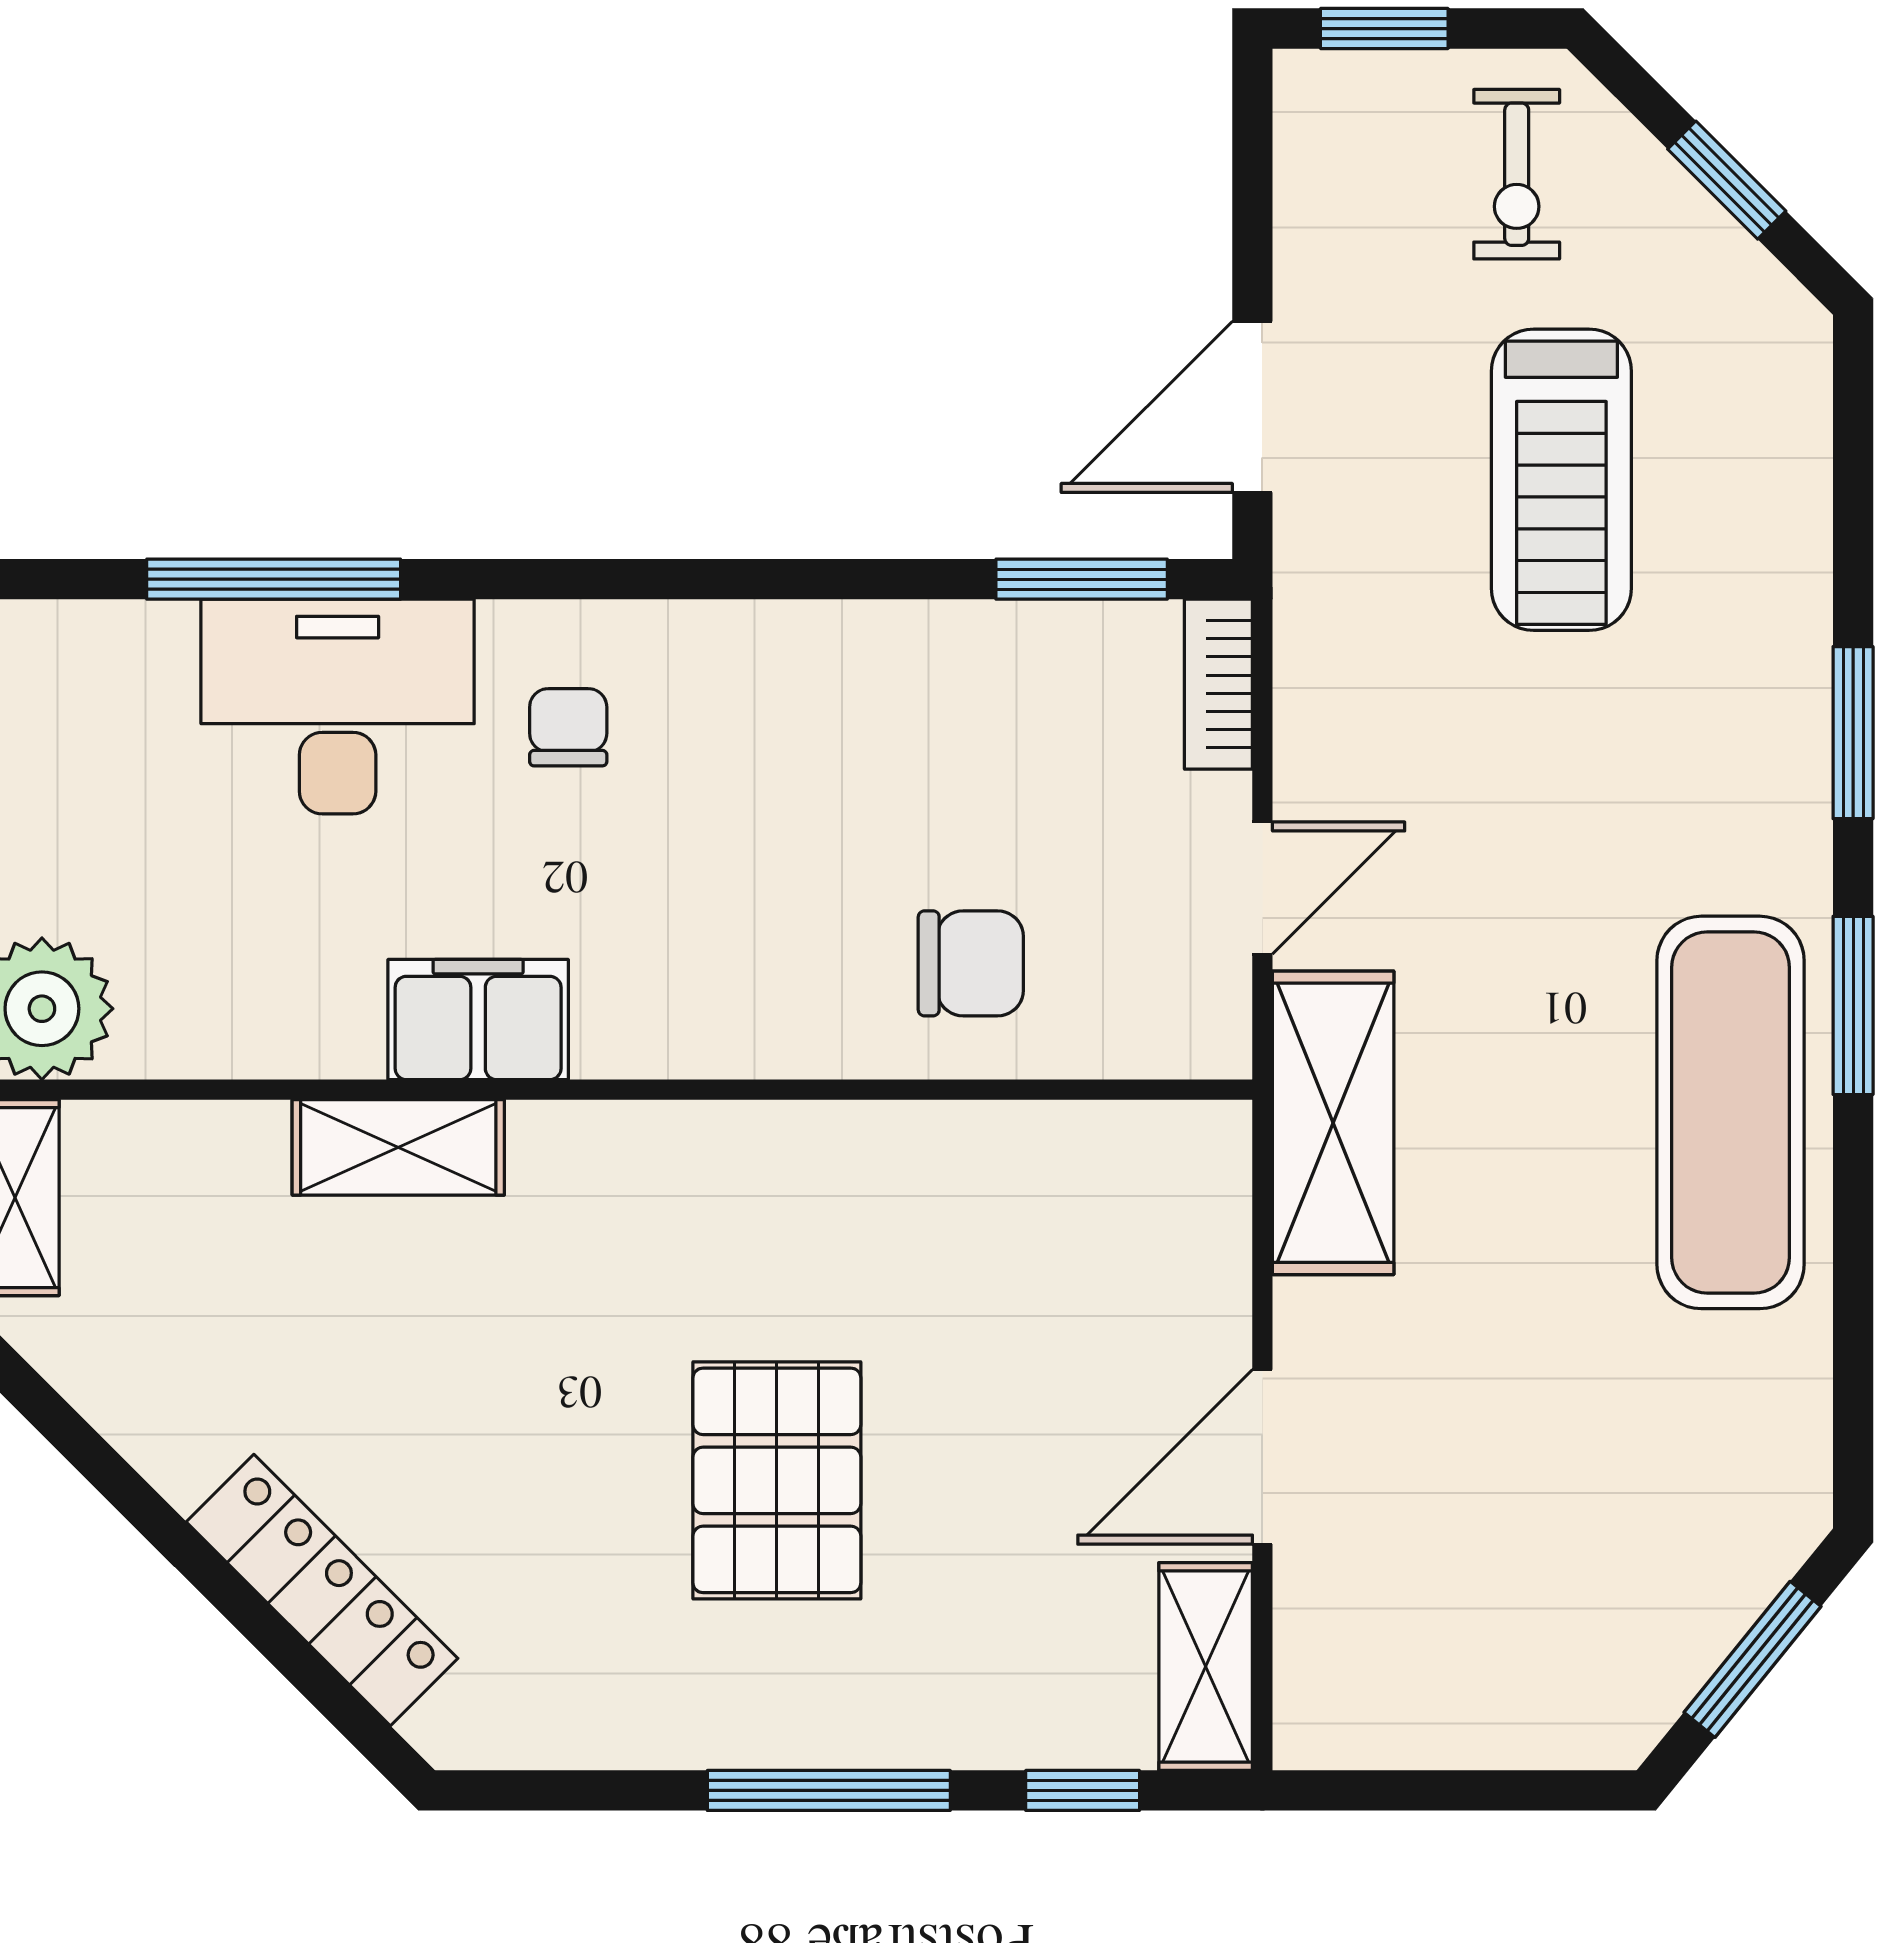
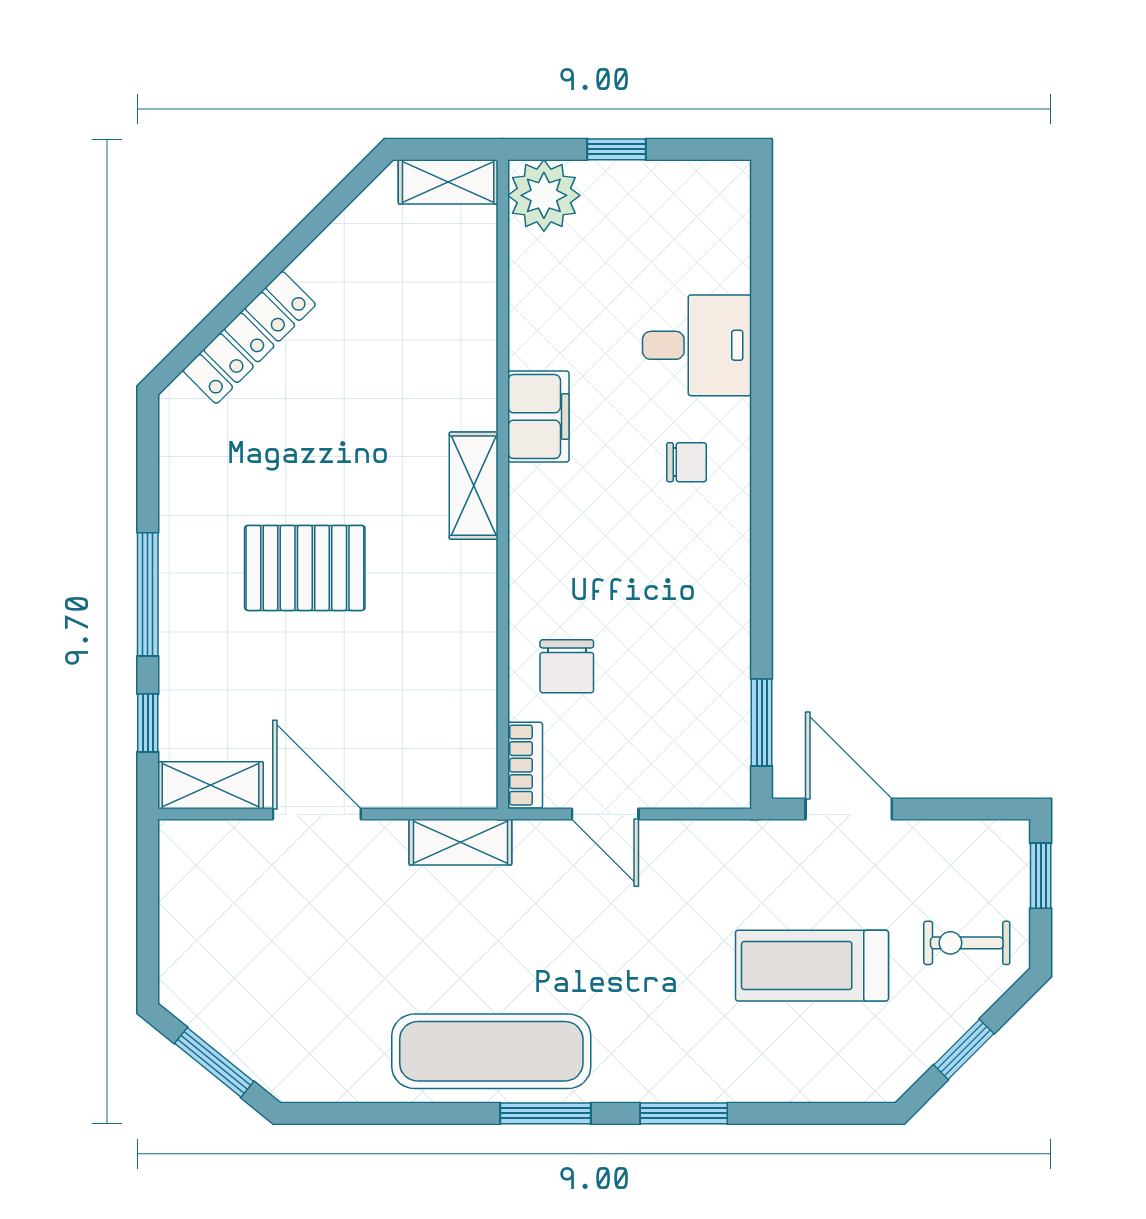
window: (274, 579) -> (762, 313), removed
bookcase: (1218, 684) -> (525, 765), moved, turned 90
desk: (338, 707) -> (697, 345), width x0.73
shelving: (1333, 1123) -> (460, 842), width x0.67, depth x0.75
shelving: (398, 1147) -> (474, 486), moved

